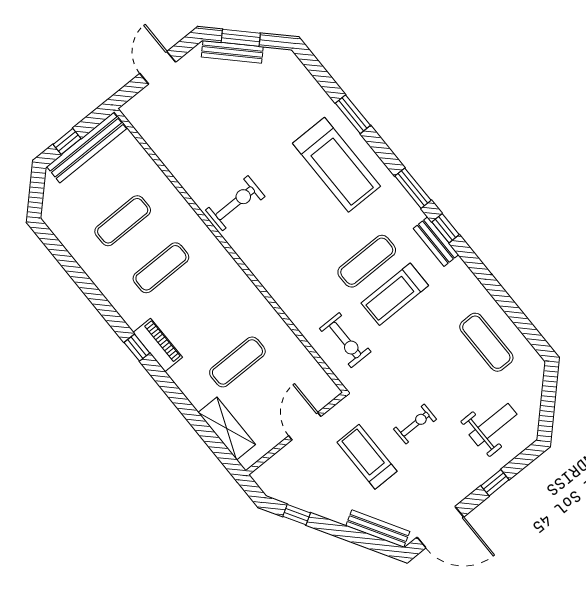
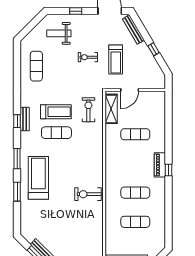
window: (413, 188) -> (17, 159), moved
shelving: (227, 428) -> (111, 109), moved
window: (297, 515) -> (154, 49), moved

